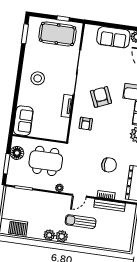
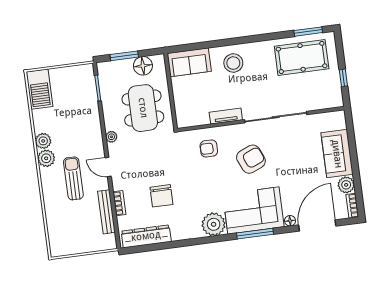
pool table: (57, 34) -> (302, 57), moved, turned 90
stool: (38, 78) -> (233, 63), moved

